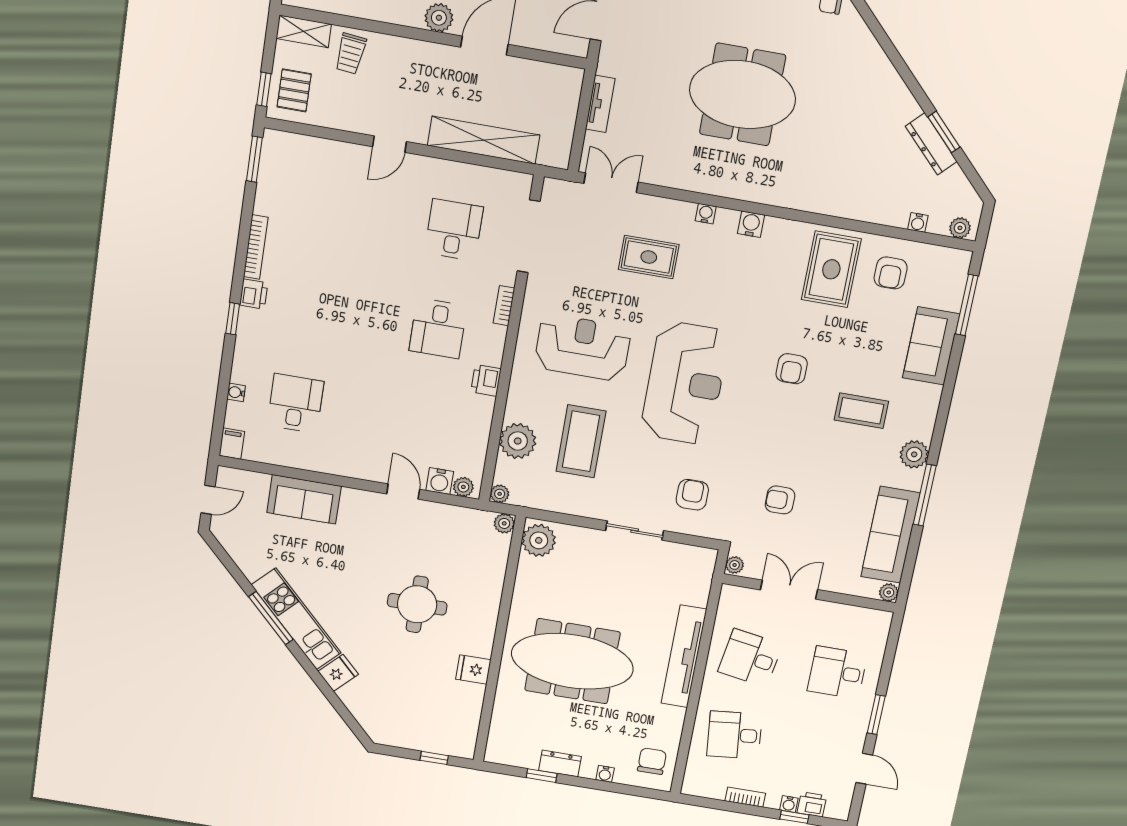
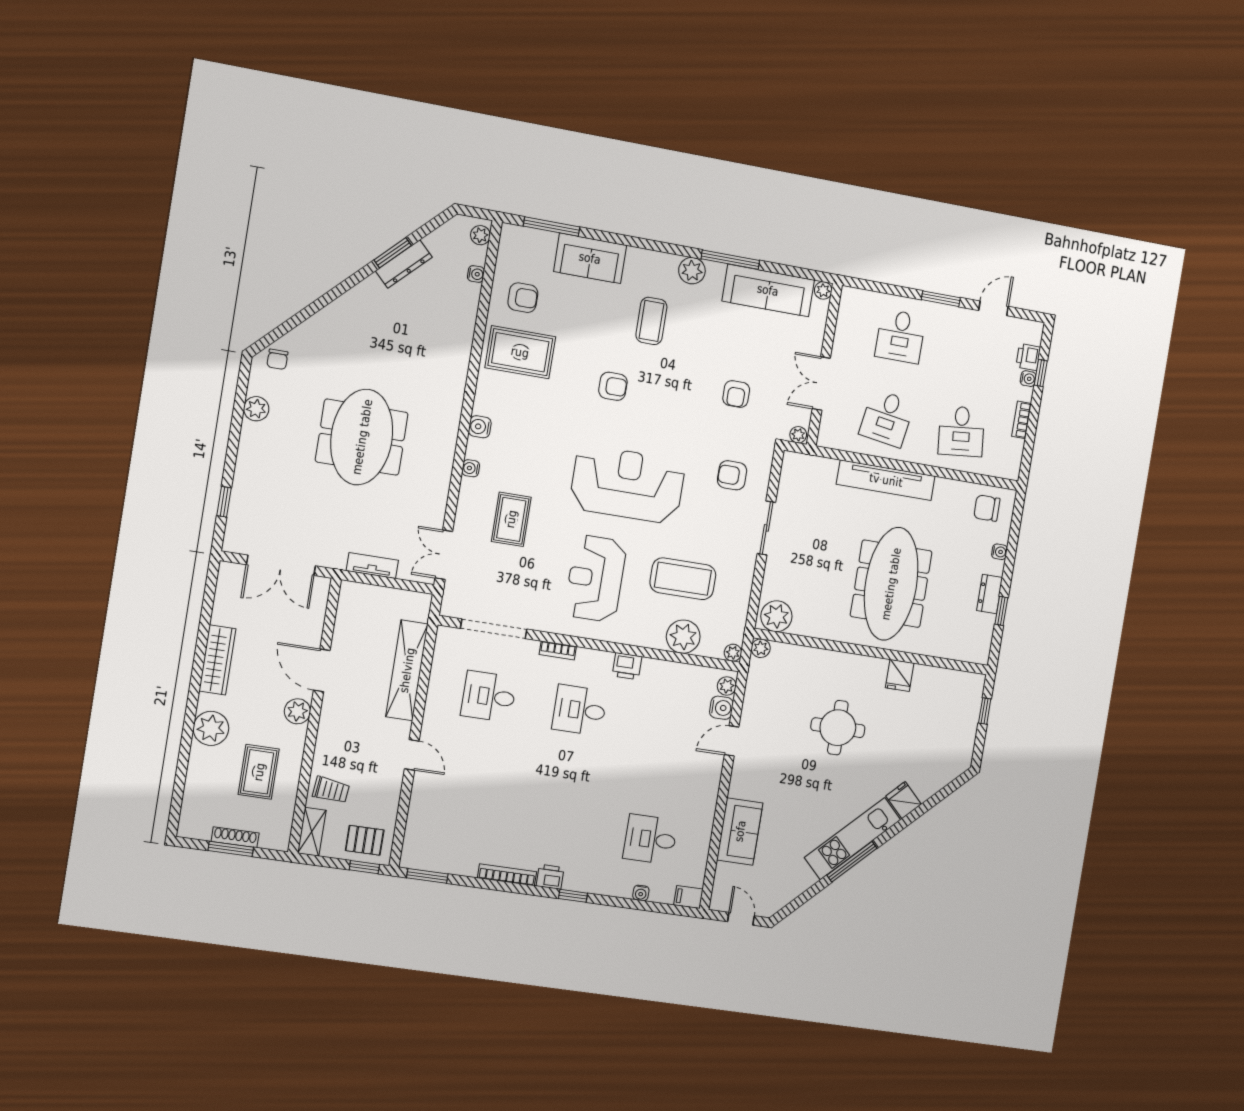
desk: (438, 328) -> (580, 710), turned 180

